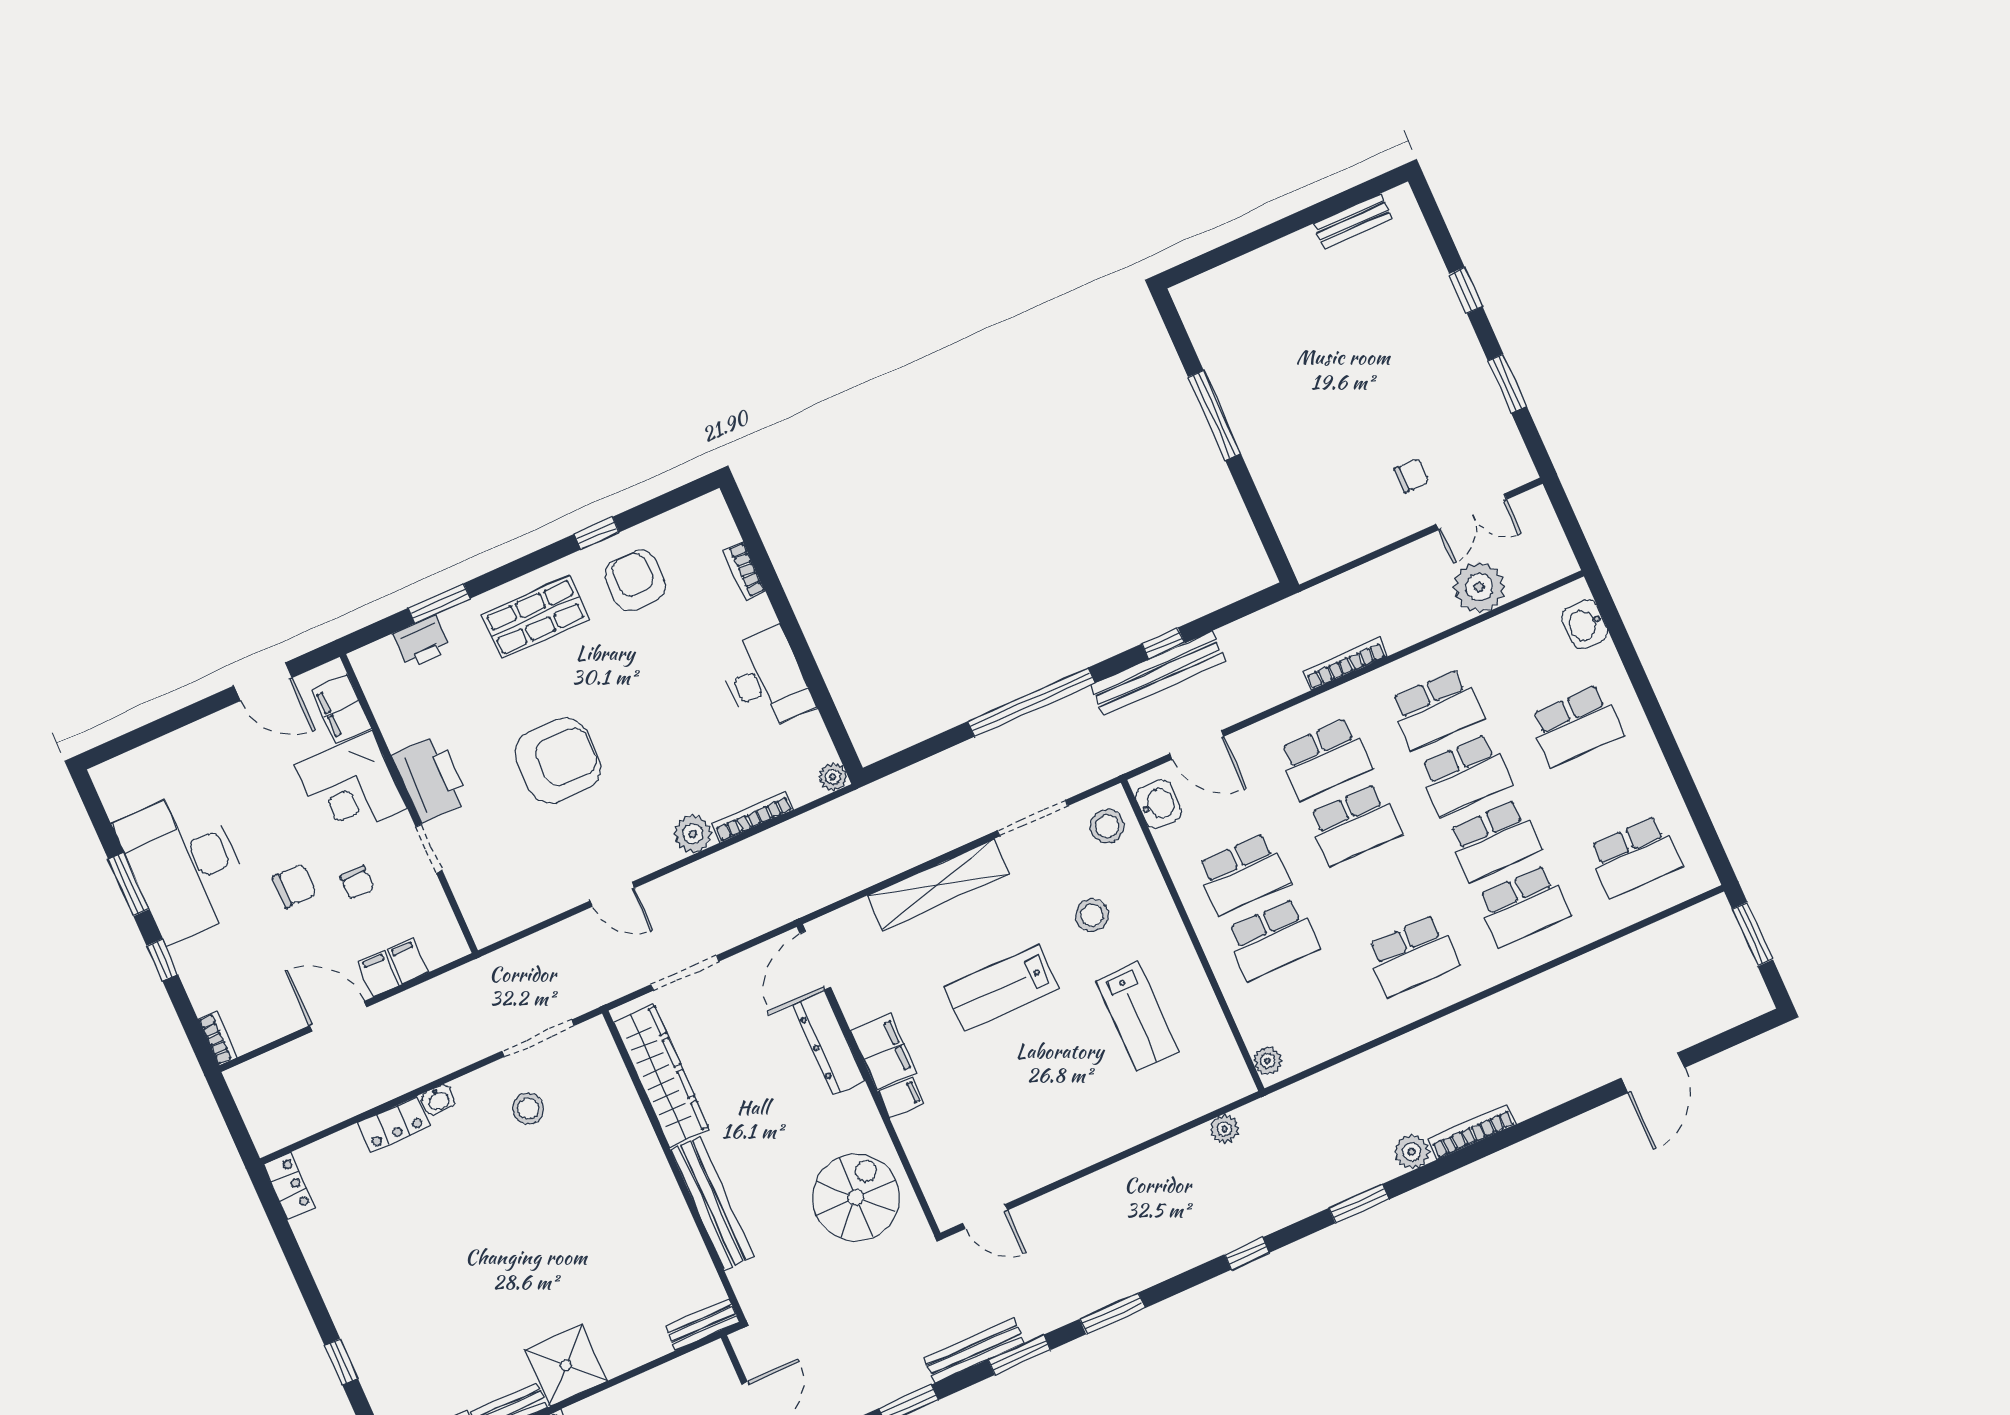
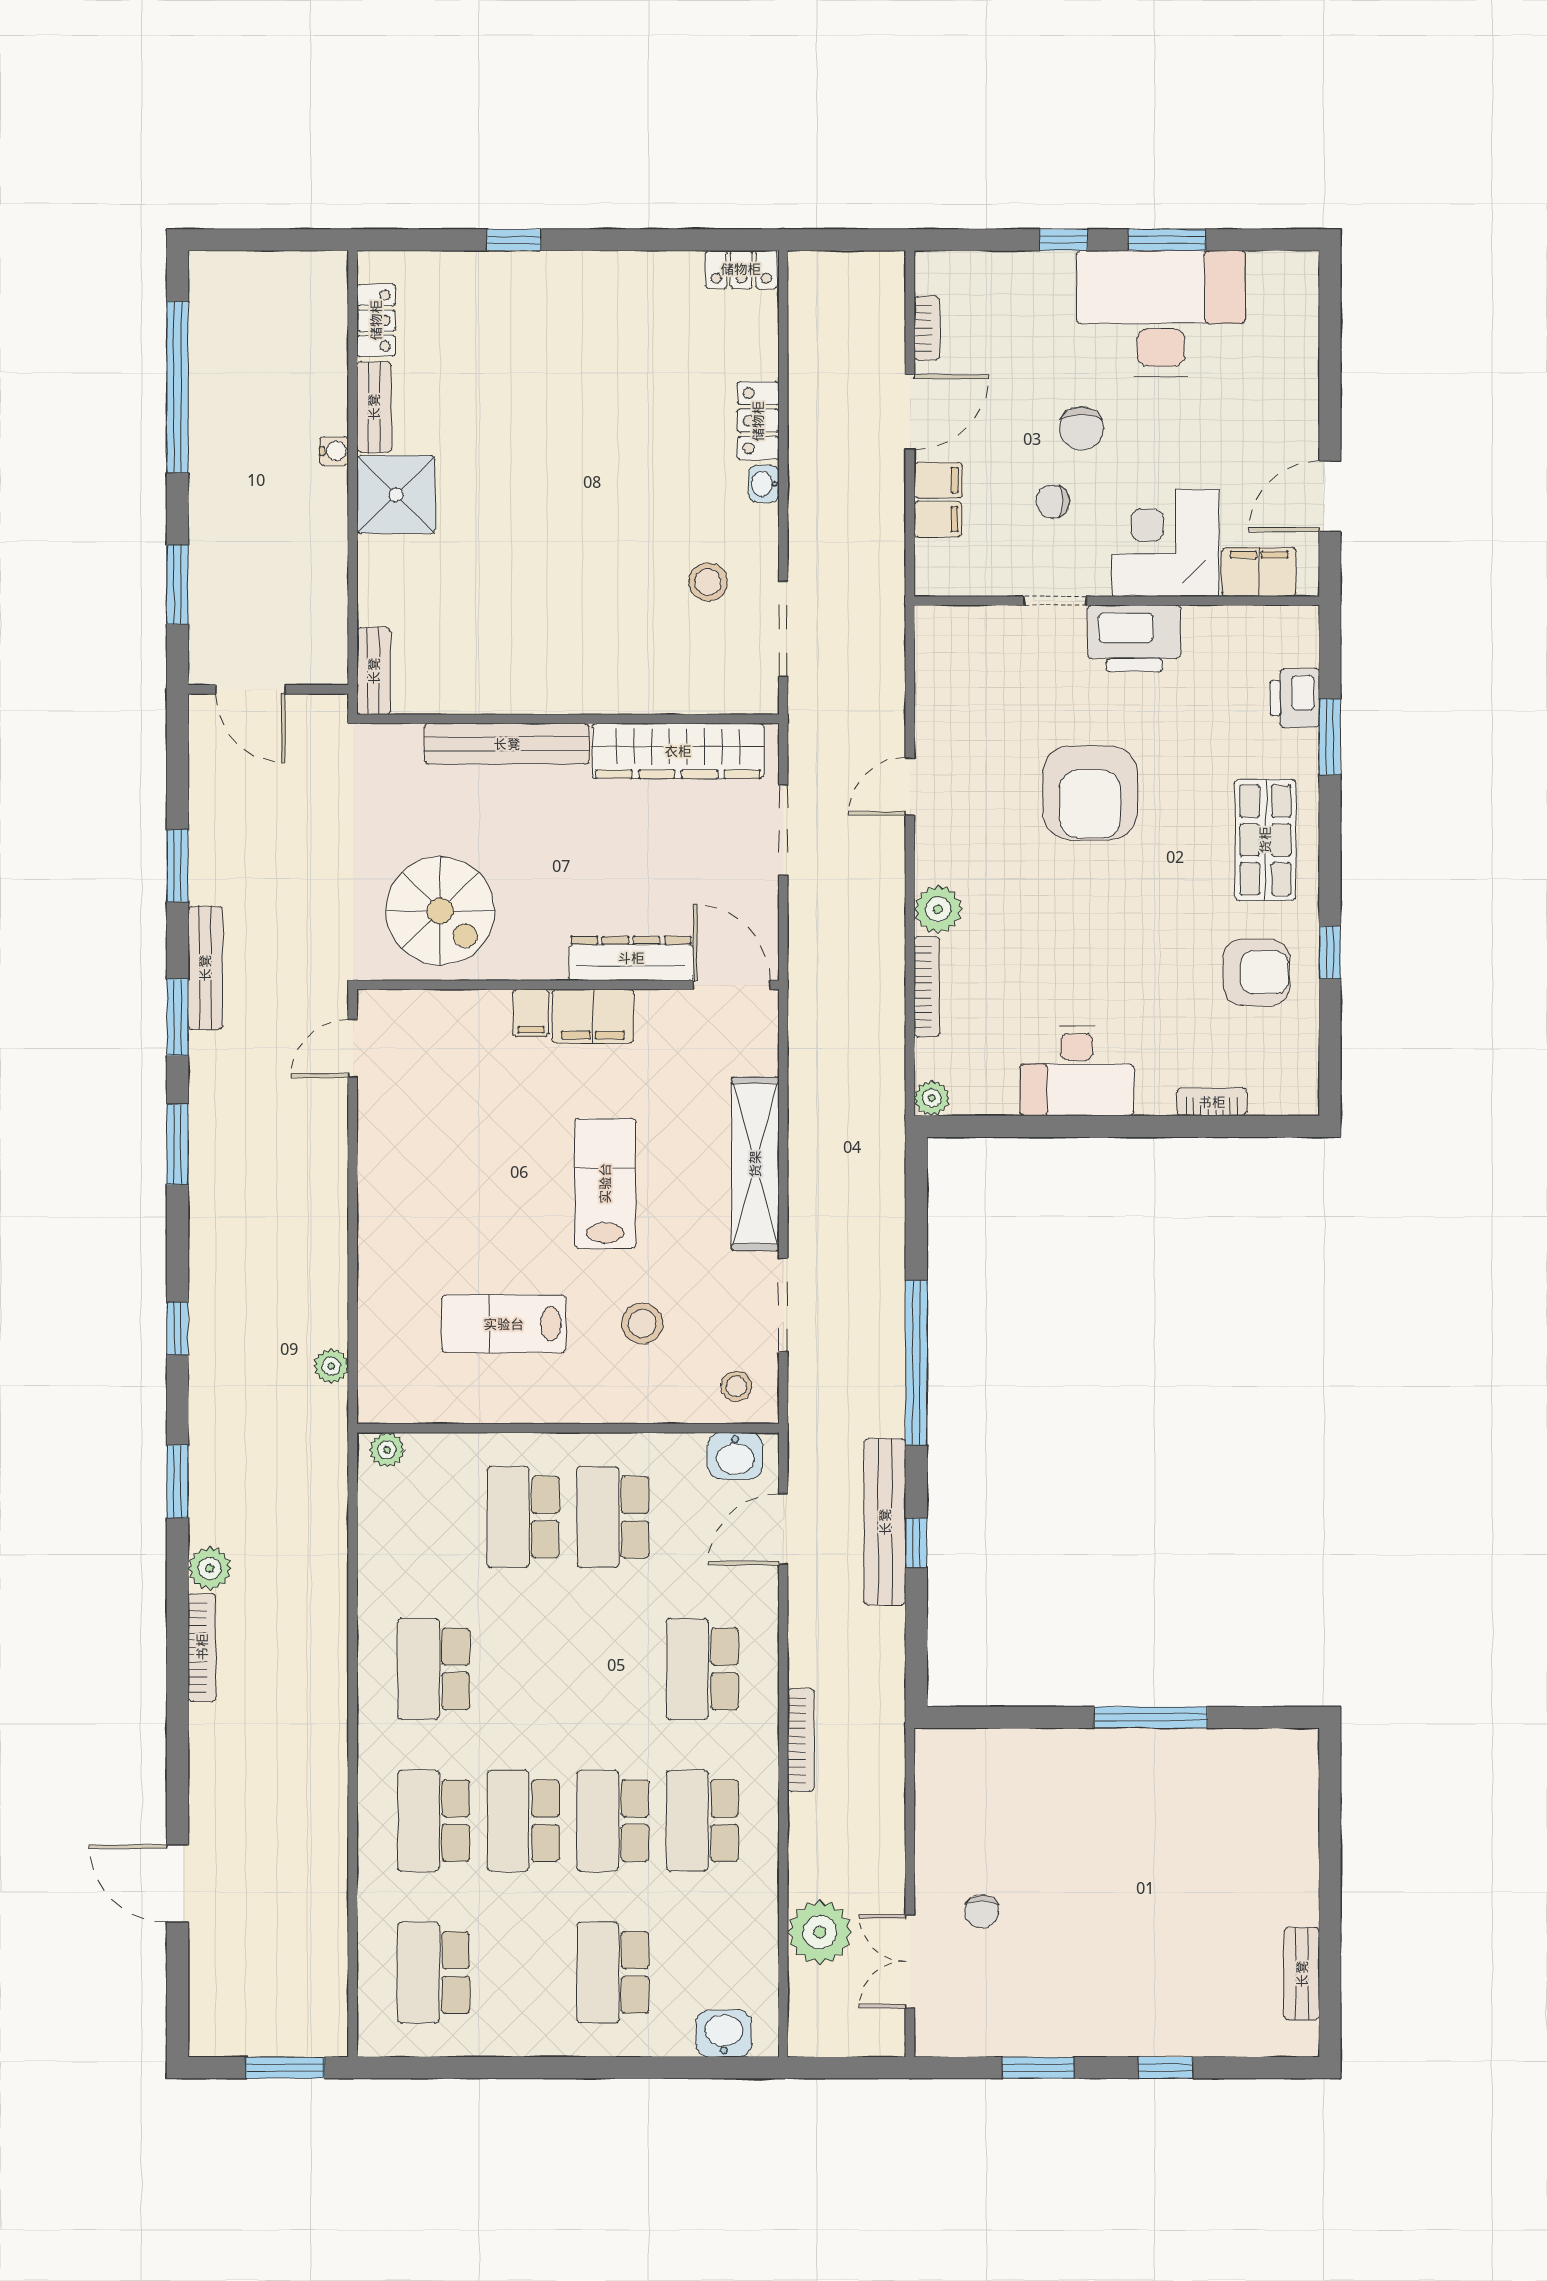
school desk: (1354, 824) -> (613, 1669), removed
stool: (1107, 826) -> (736, 1386), width x0.73, depth x0.73
bookcase: (218, 1038) -> (927, 328), moved, turned -90

